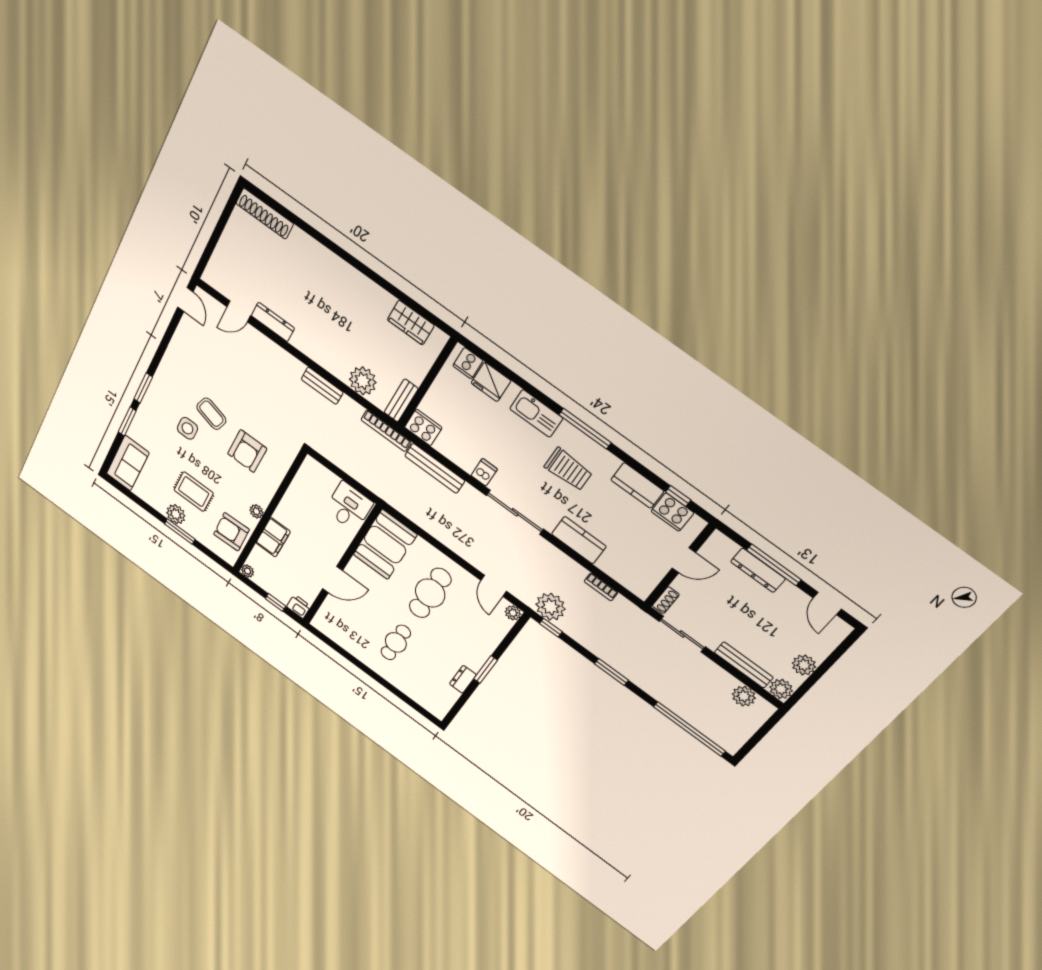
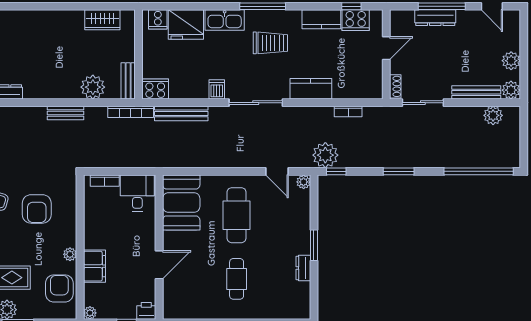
fridge: (491, 382) -> (186, 25), width x1.36, depth x1.34
bookcase: (324, 473) -> (105, 181), added
armchair: (231, 532) -> (59, 288), turned 92

